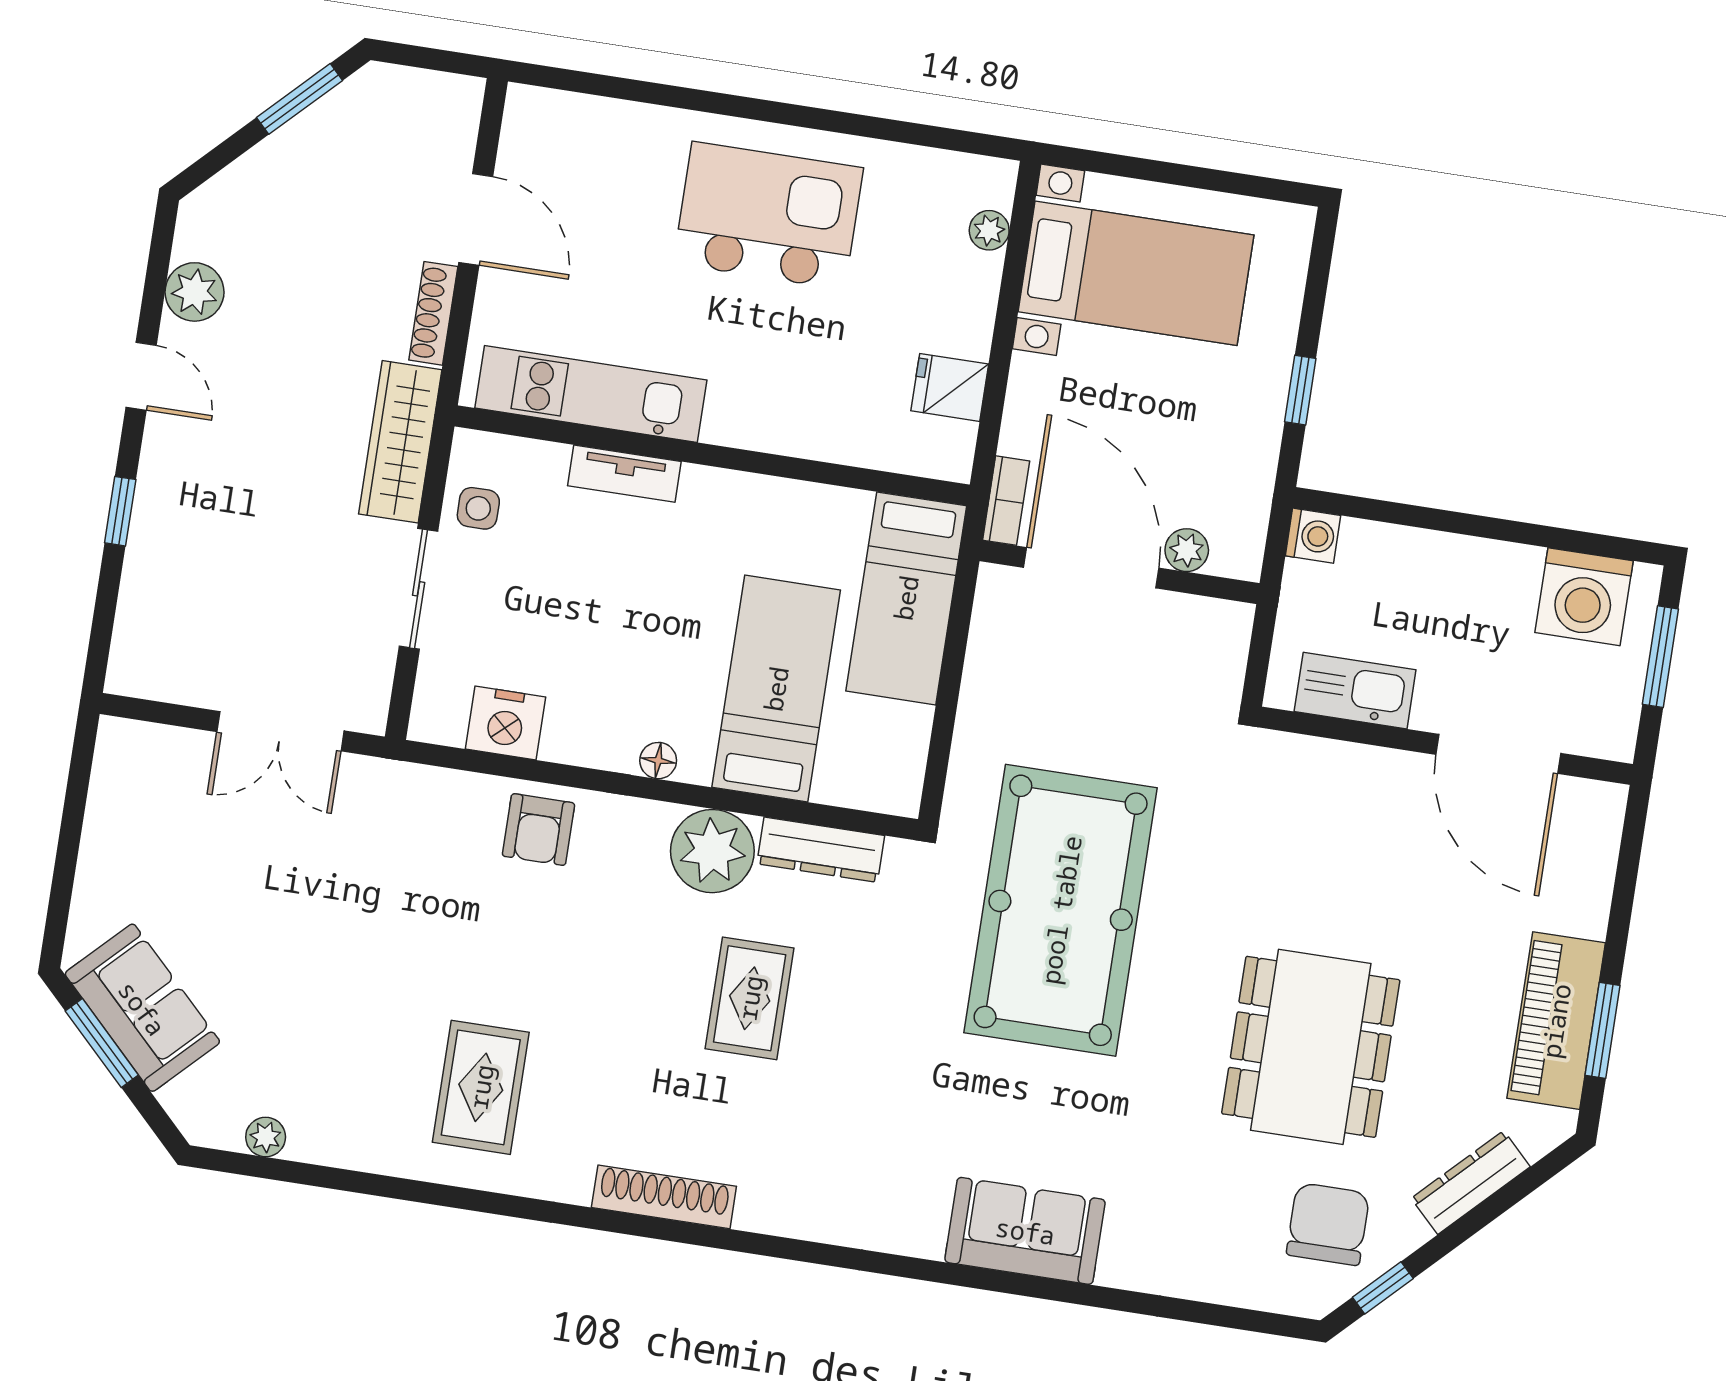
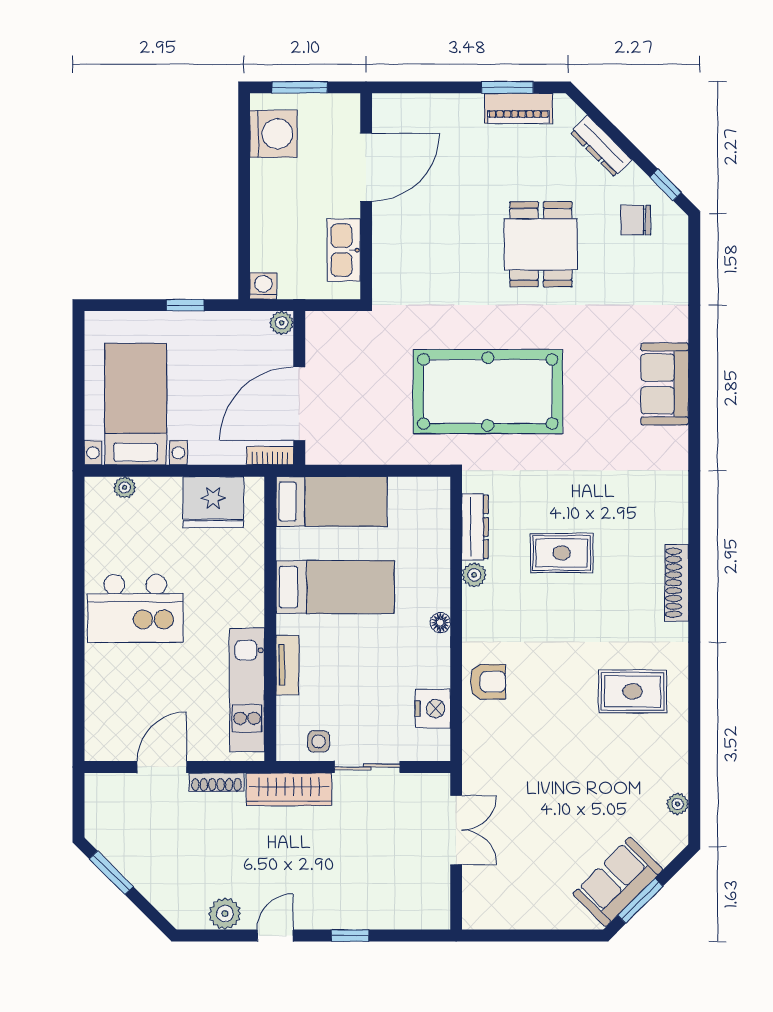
kitchen island: (768, 216) -> (135, 609), turned -90
fridge: (950, 387) -> (213, 502), width x1.88, depth x1.34
plant: (1187, 550) -> (282, 323), moved
bed: (776, 689) -> (335, 587), moved, turned 180
plant: (712, 851) -> (474, 575), width x0.53, depth x0.53
piano: (1556, 1021) -> (518, 108), width x0.73, depth x0.75
dining table: (1311, 1047) -> (541, 244), width x0.73
chair: (1328, 1224) -> (636, 220), width x0.73, depth x0.73

